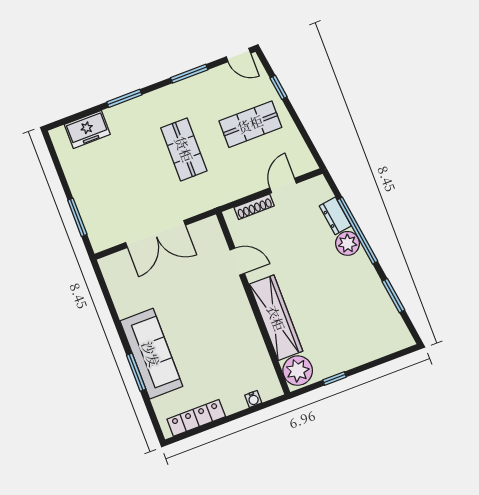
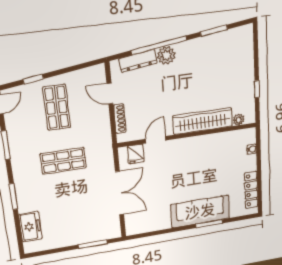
dresser: (335, 216) -> (138, 61), width x1.44
fridge: (213, 241) -> (136, 154), added
plant: (298, 371) -> (239, 120), width x0.53, depth x0.53

